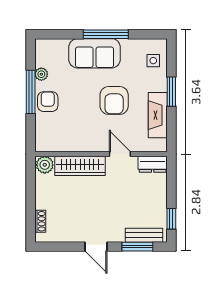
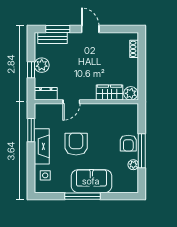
window: (171, 92) -> (31, 130), moved
fireplace: (158, 115) -> (42, 146), moved
door: (120, 154) -> (71, 102), hinge flipped
wardrobe: (80, 166) -> (109, 93), width x0.67
plant: (158, 201) -> (42, 65), added
window: (171, 219) -> (31, 70), moved

